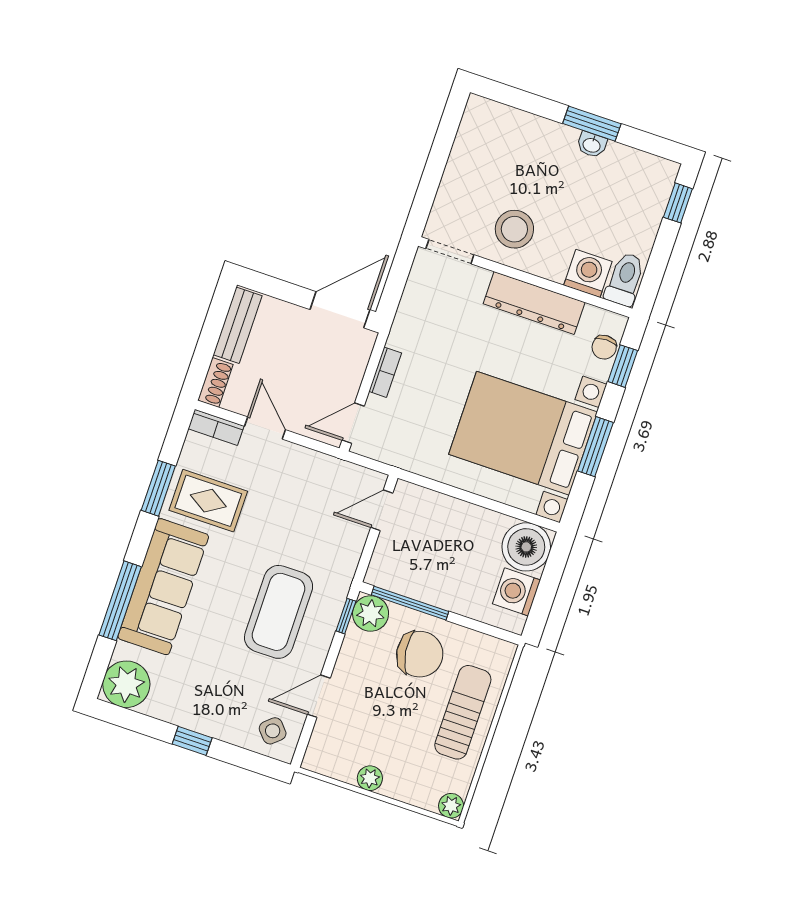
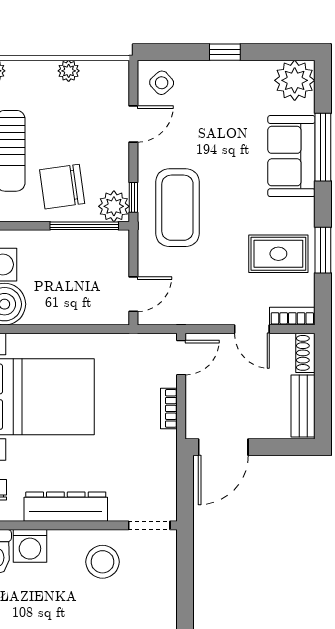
sofa: (163, 587) -> (291, 156), width x0.73
coffee table: (279, 612) -> (177, 208), moved

